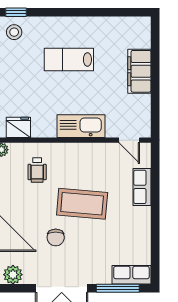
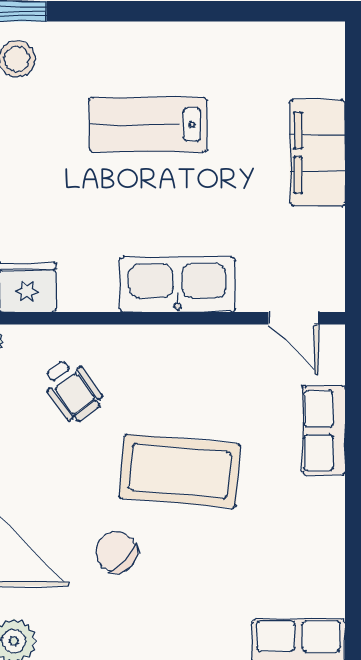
wheelchair: (37, 170) -> (72, 390), turned -36
chair: (56, 237) -> (116, 552), turned 134

